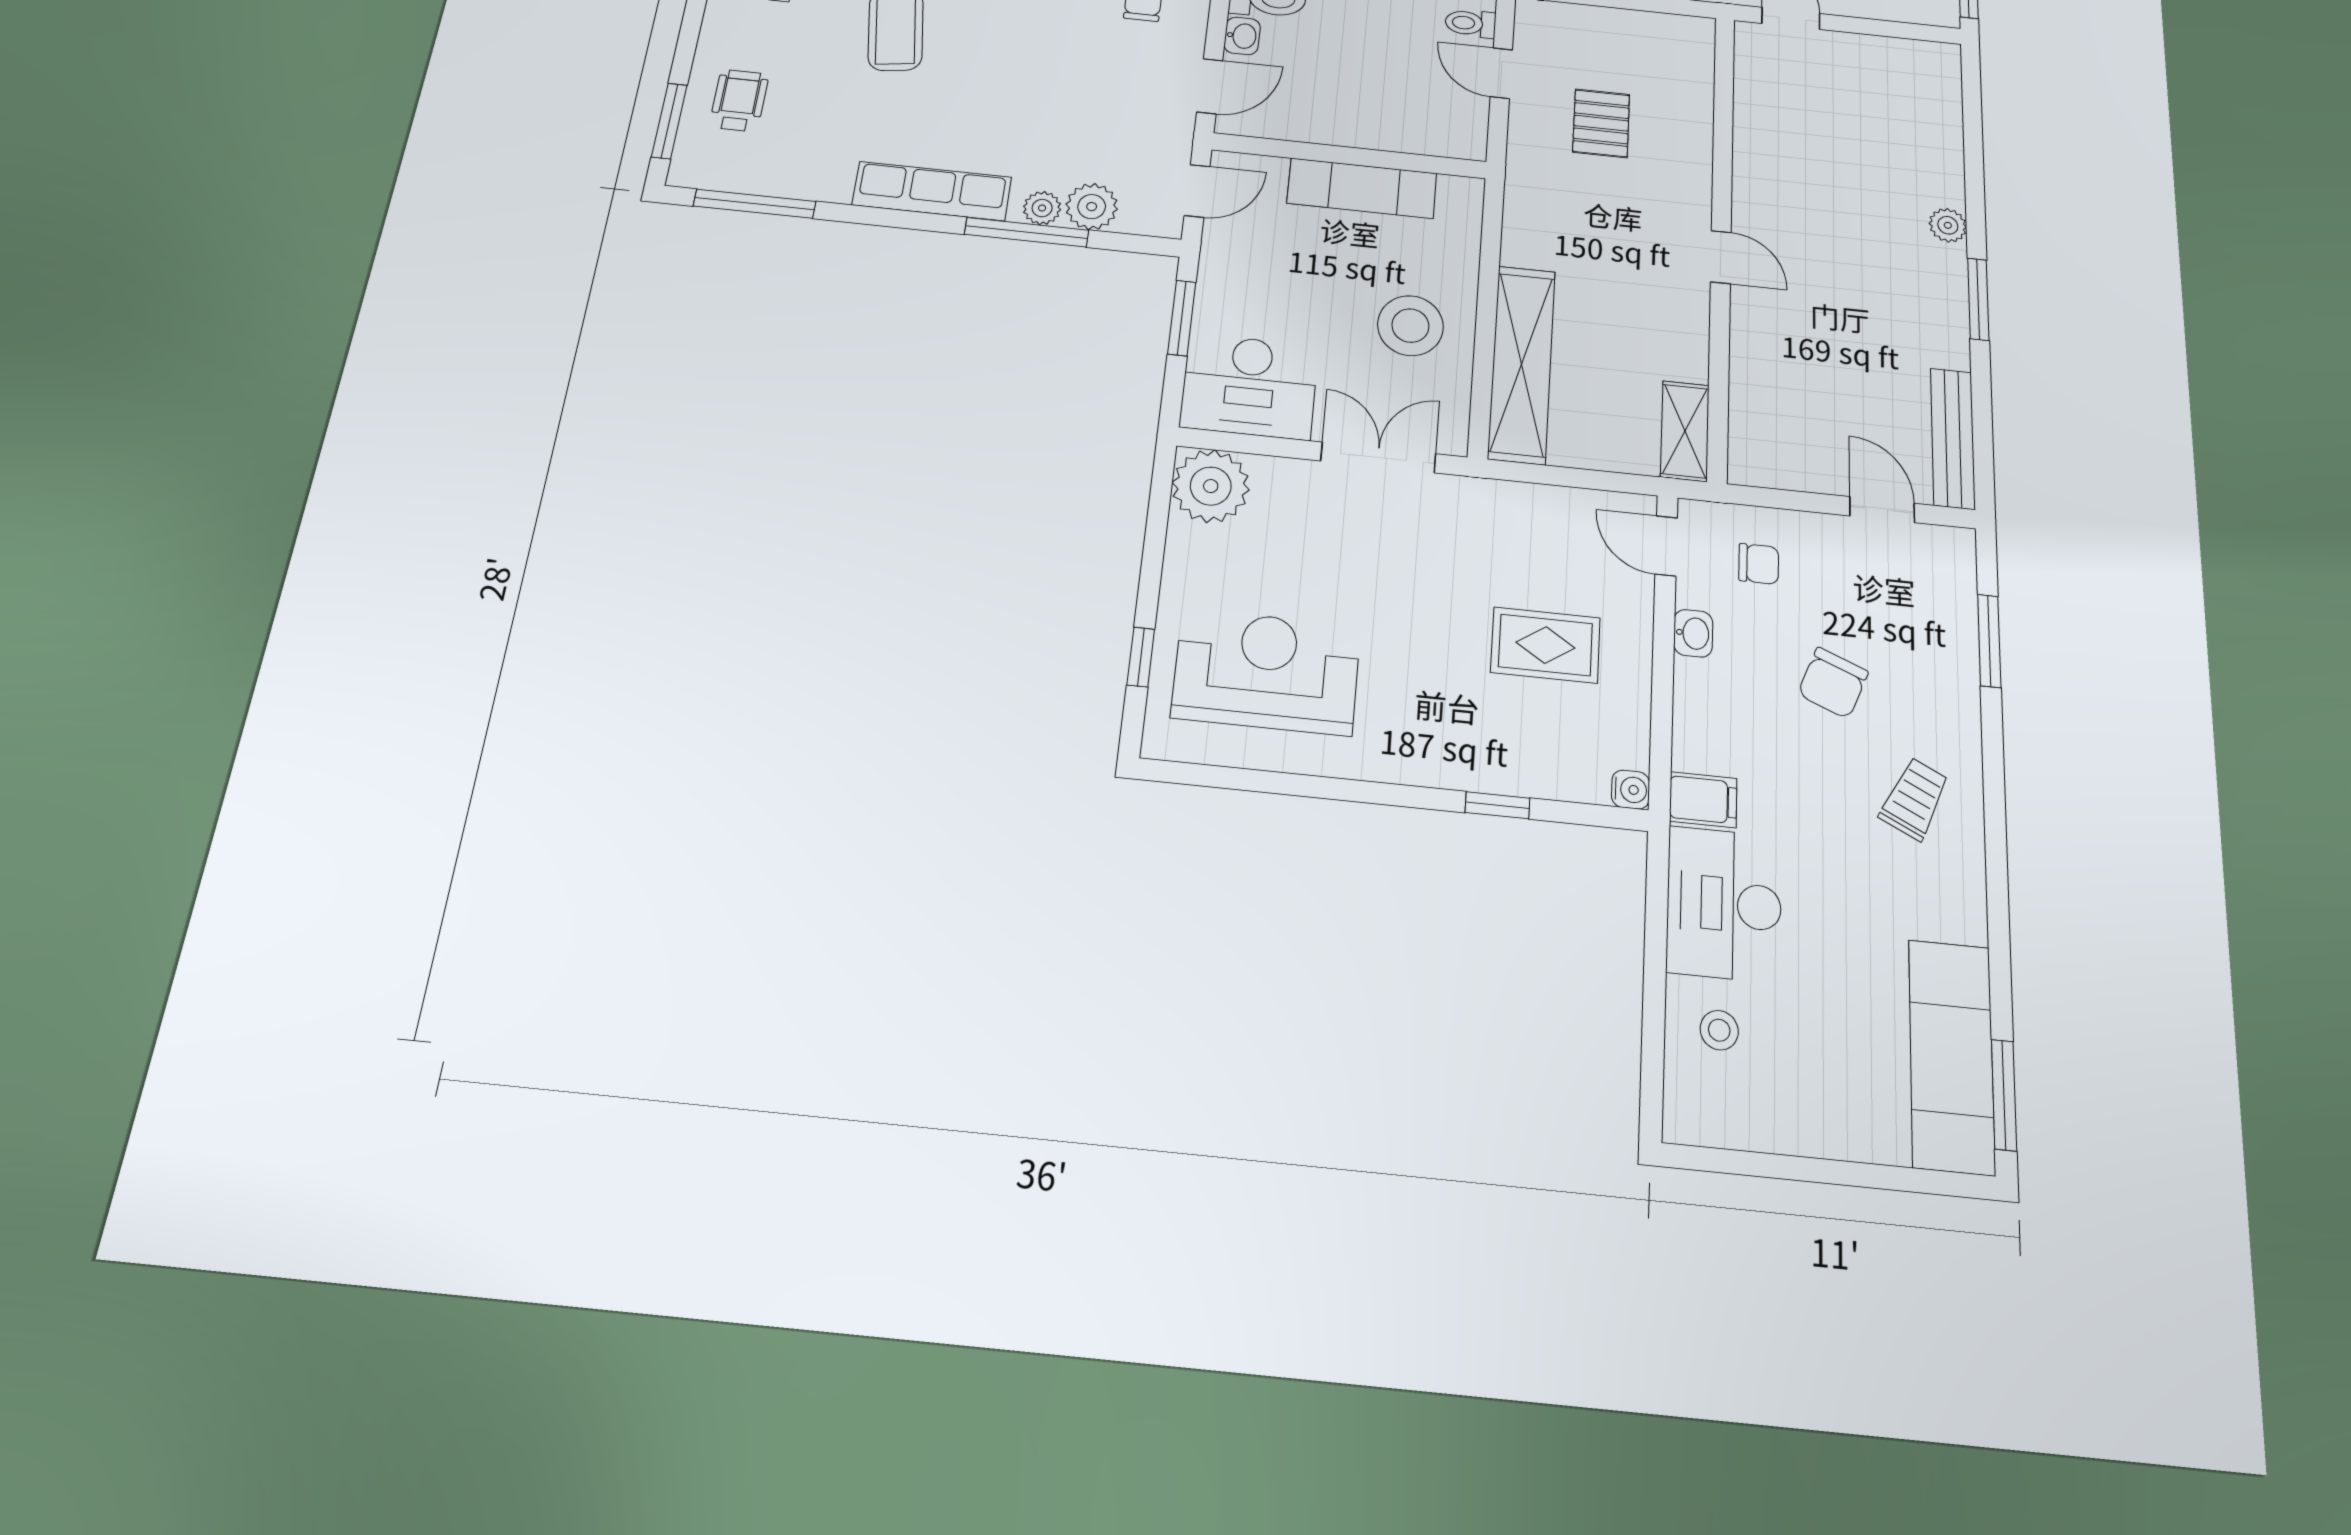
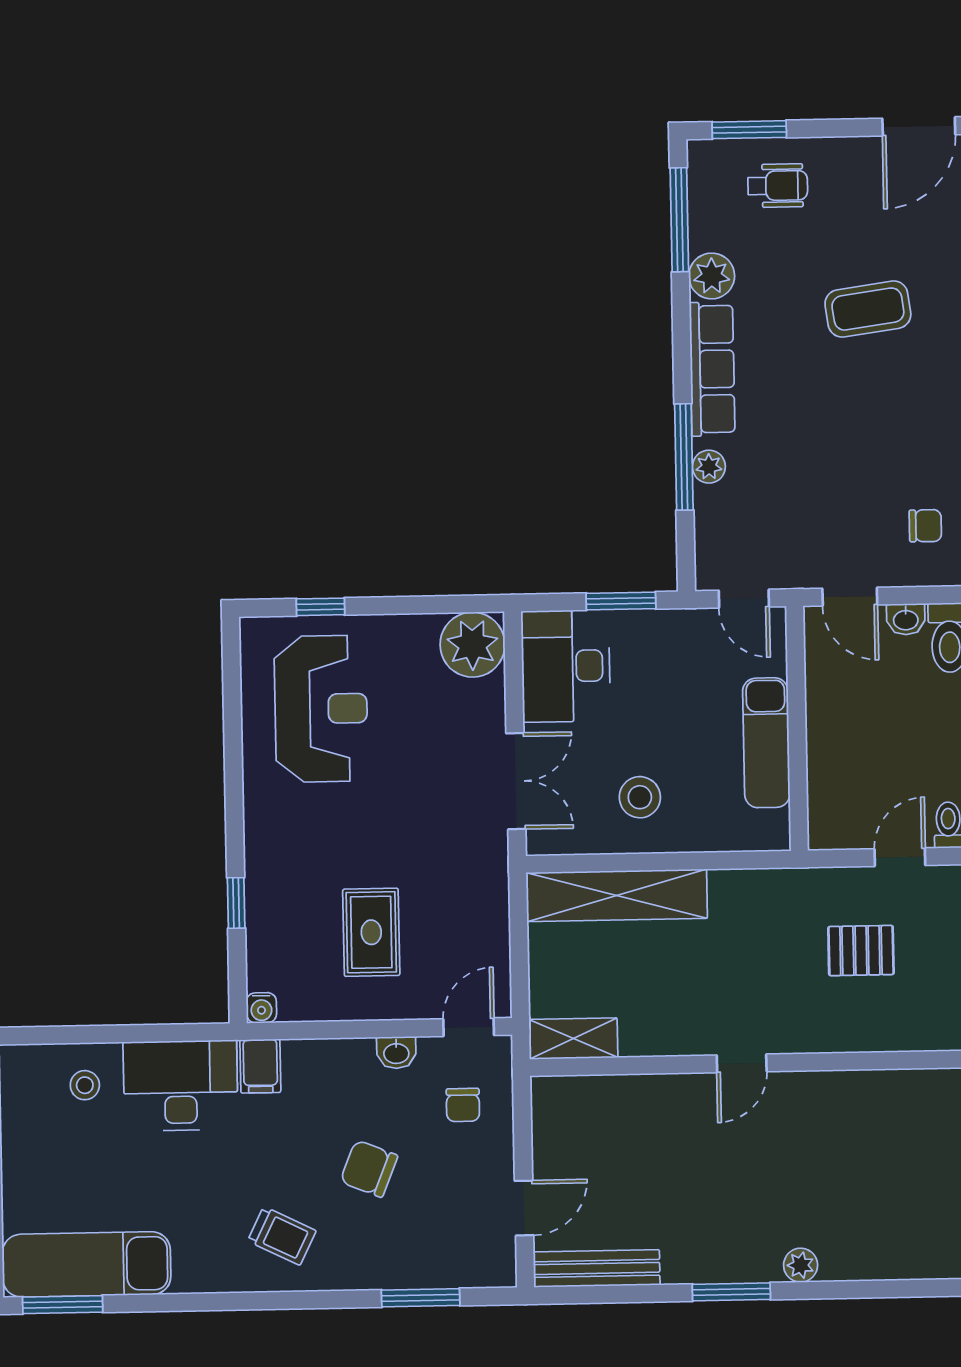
plant: (1092, 207) -> (712, 276), moved
stool: (1410, 326) -> (640, 797), width x0.73, depth x0.73

